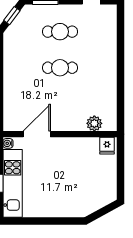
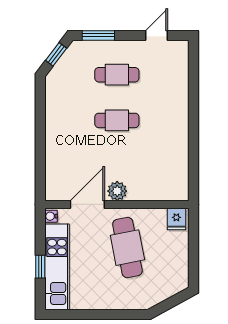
plant: (94, 123) -> (117, 191), moved
cafe table: (68, 168) -> (127, 248), added

